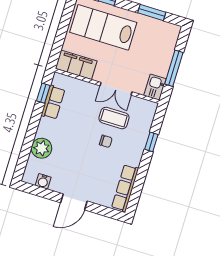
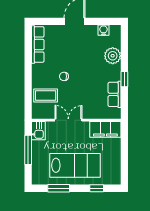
lab bench: (103, 27) -> (75, 165), moved
window: (43, 93) -> (124, 79), moved
coffee table: (114, 118) -> (46, 95), moved
window: (151, 142) -> (28, 87), removed

